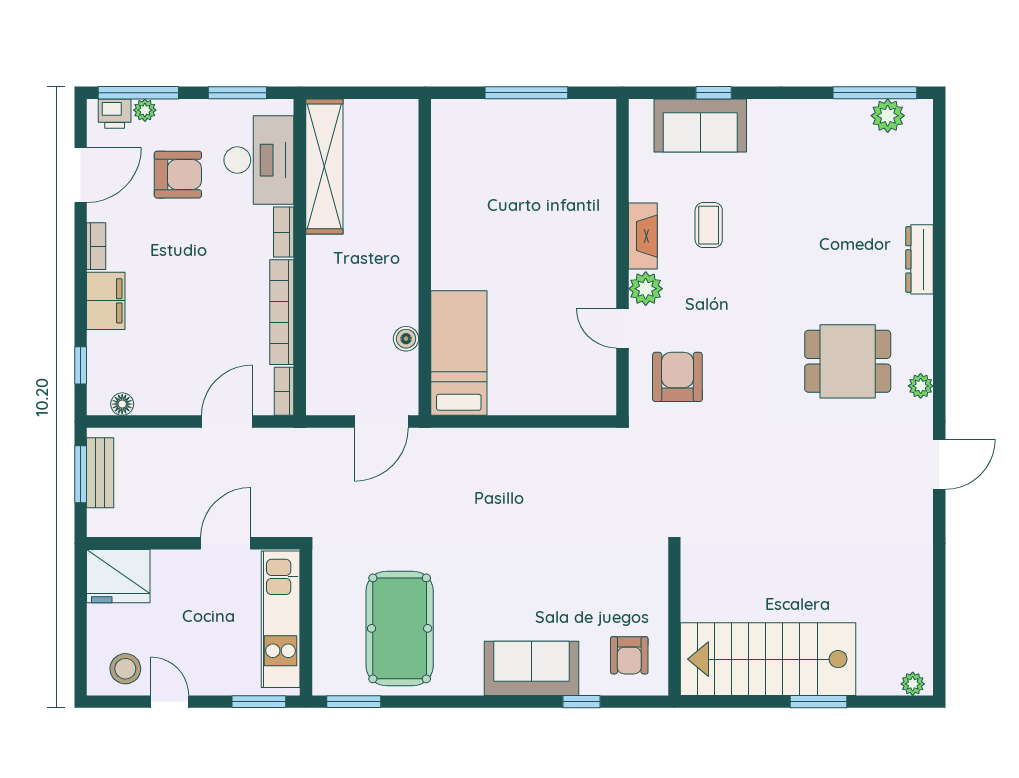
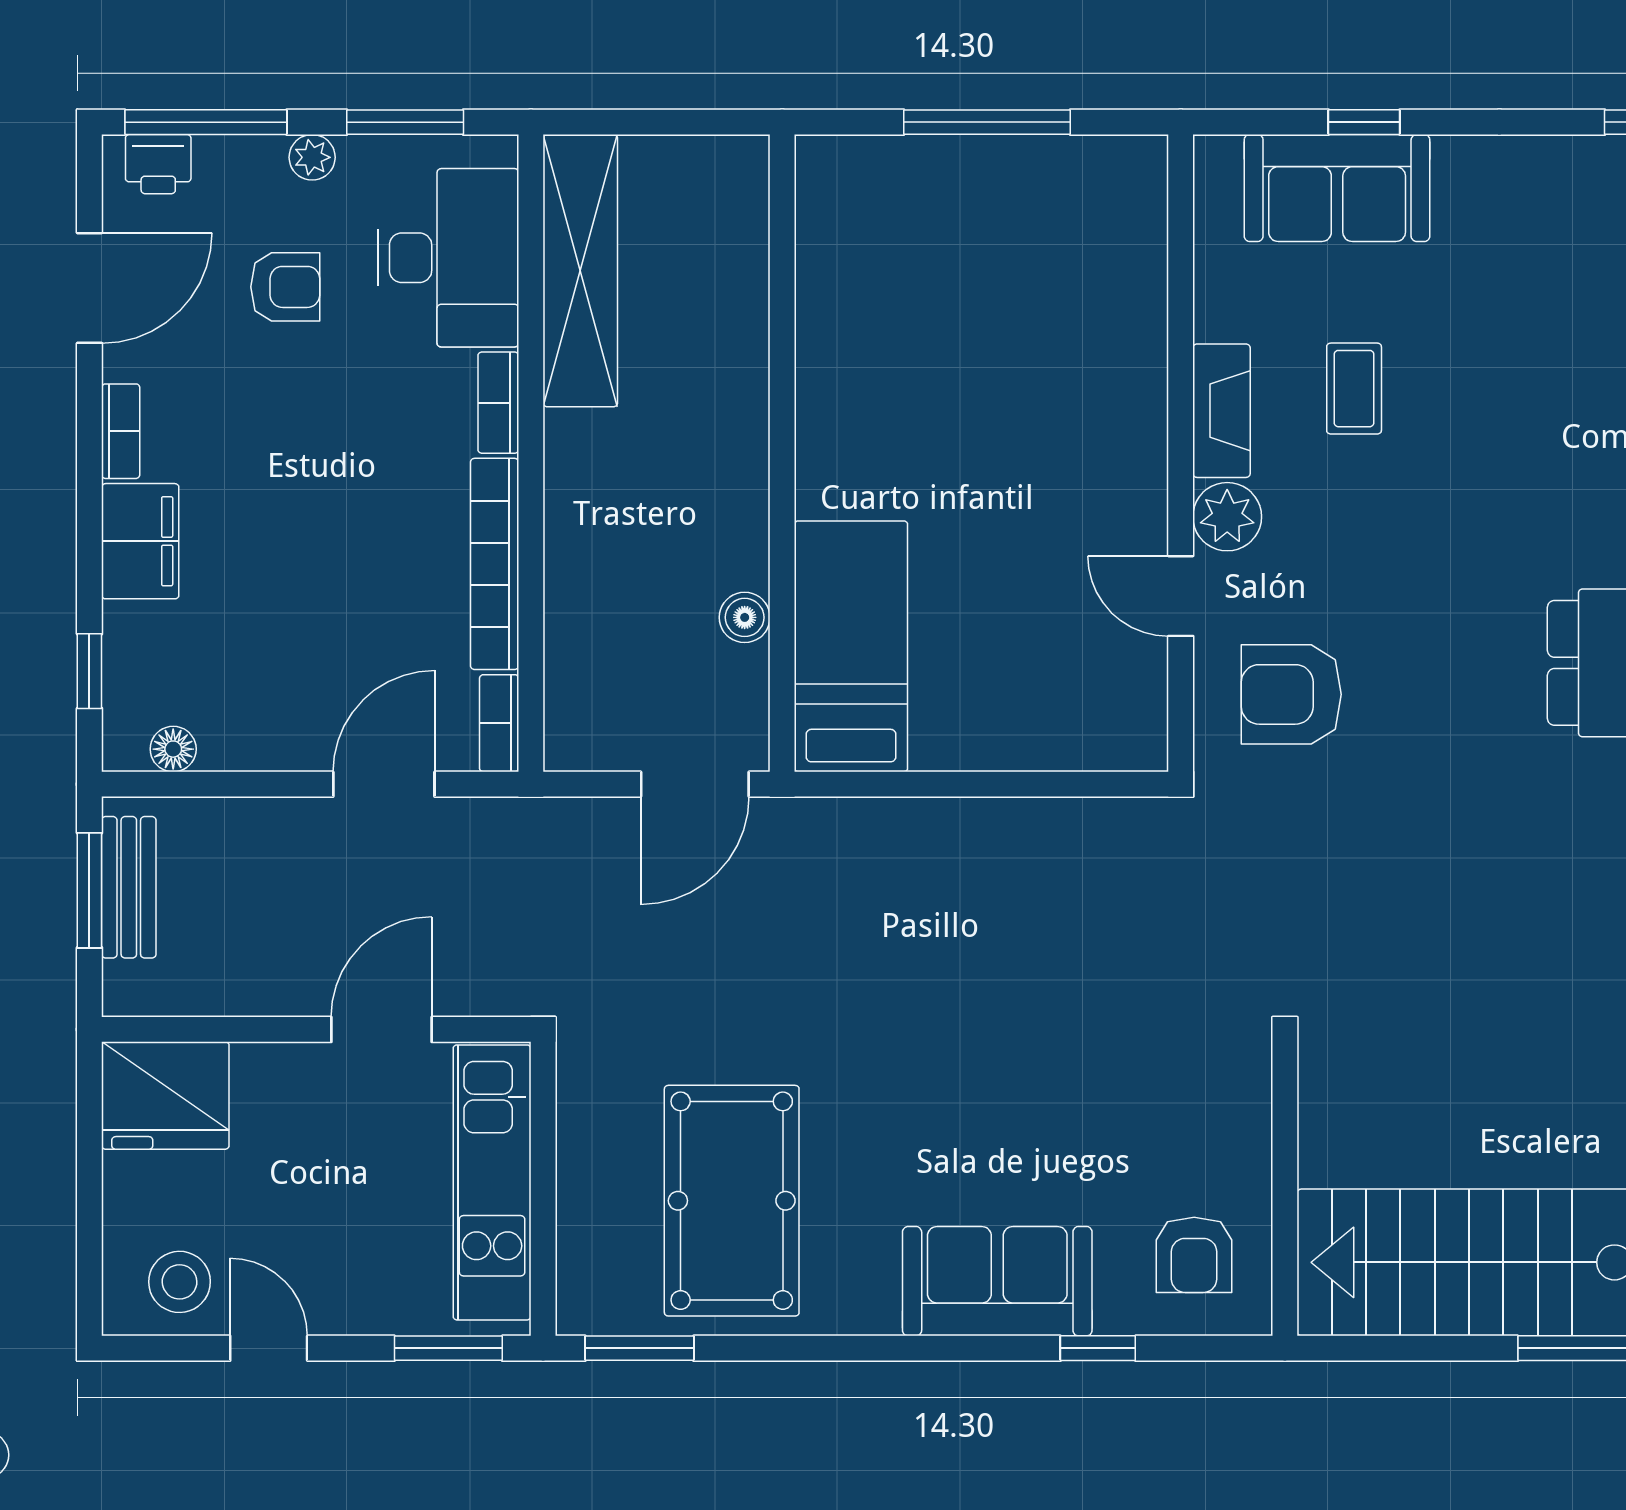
plant: (145, 110) -> (312, 157), moved
armchair: (178, 175) -> (285, 287), width x0.72, depth x0.72
armchair: (677, 377) -> (1291, 694), turned -90

